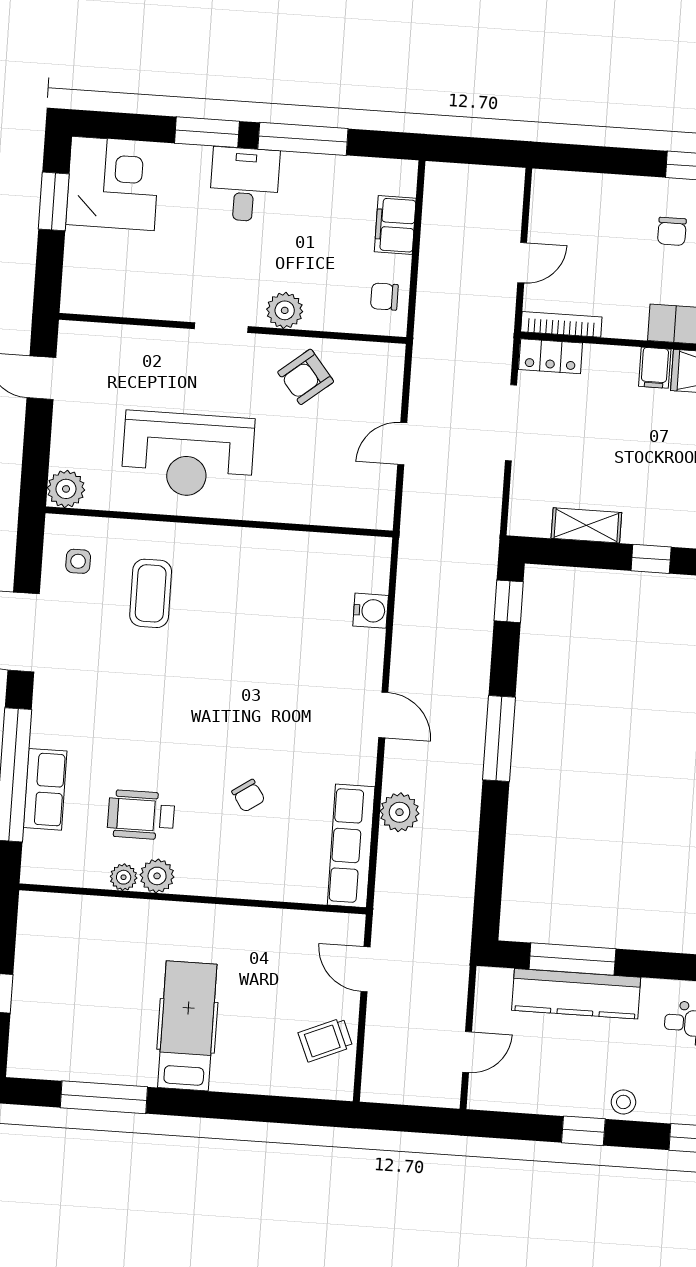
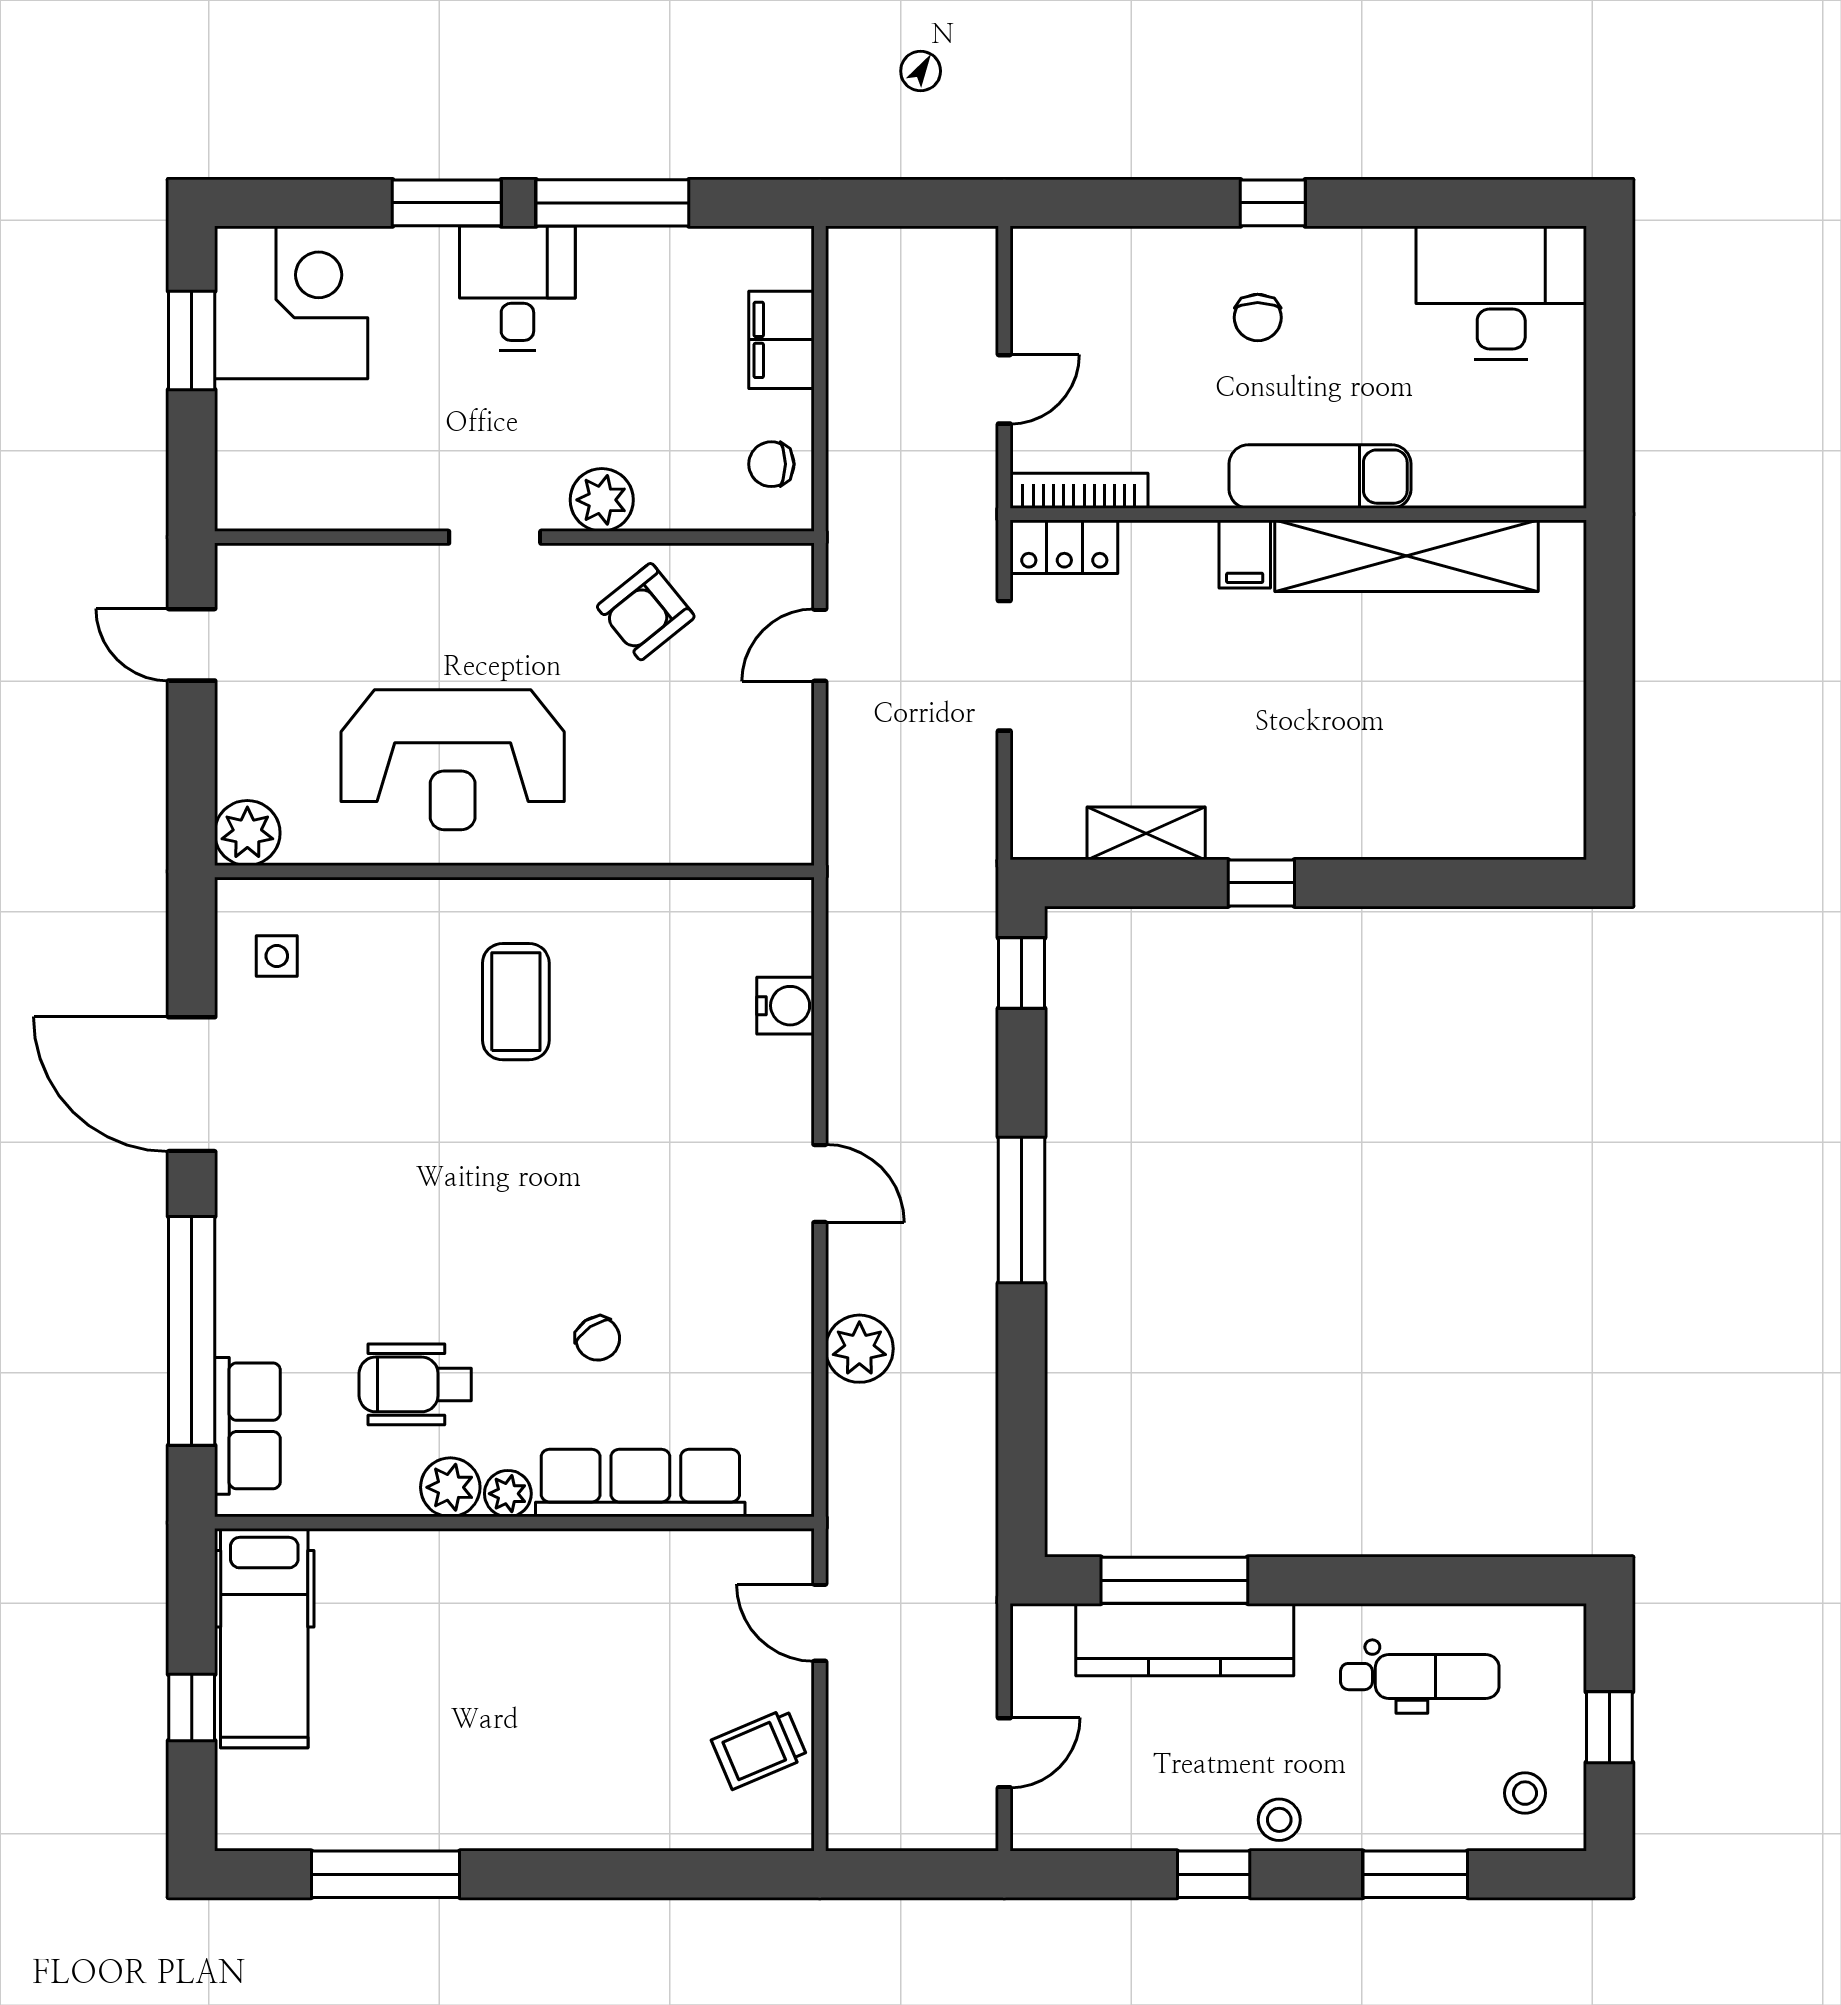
door: (402, 444) -> (820, 645), moved
coffee table: (151, 593) -> (516, 1002), moved
row of seats: (45, 789) -> (247, 1426), moved
row of seats: (351, 846) -> (640, 1483), moved, turned 90
plant: (124, 877) -> (508, 1494), moved
hospital bed: (187, 1026) -> (264, 1638), moved, turned 180

